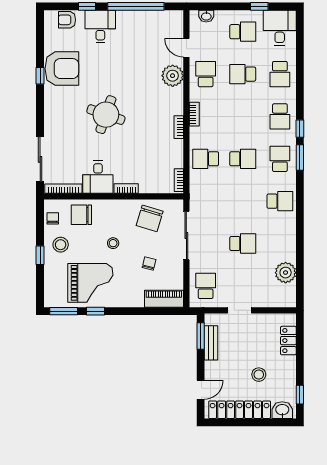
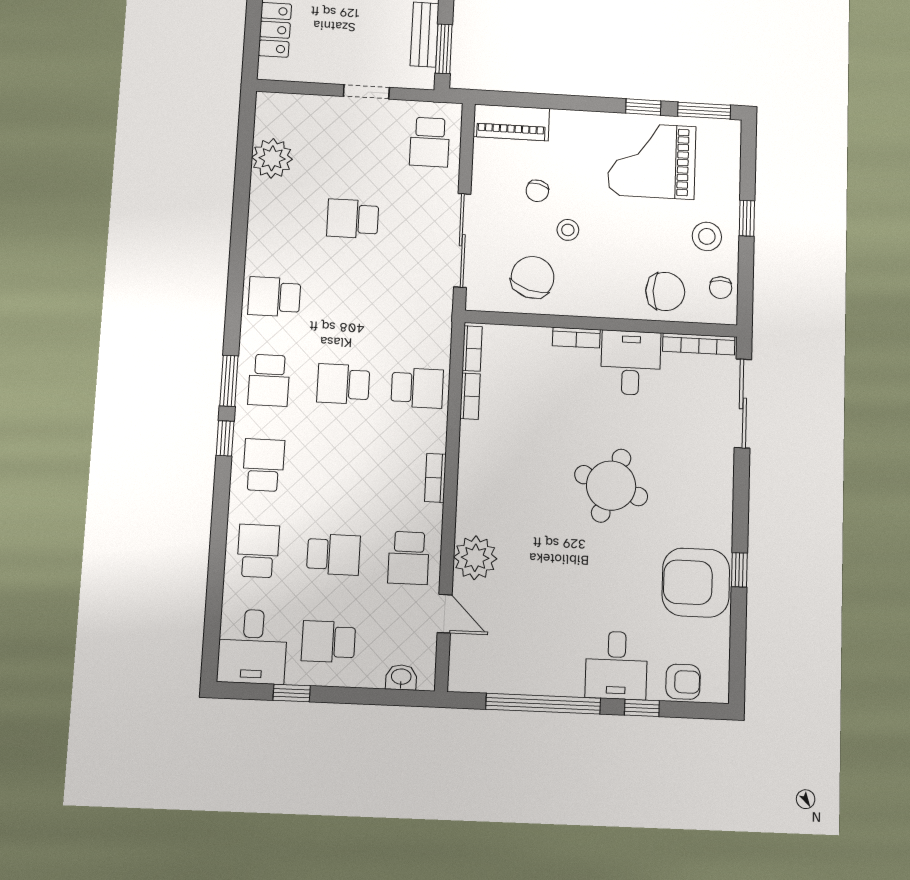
bookcase: (179, 127) -> (470, 396), moved
stool: (113, 243) -> (568, 230), moved

